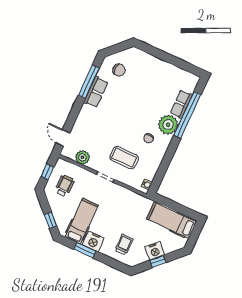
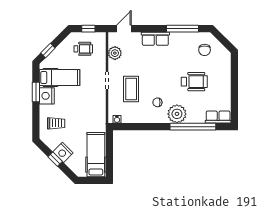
row of seats: (96, 92) -> (155, 39), moved
wheelchair: (145, 94) -> (194, 82), added
row of seats: (181, 104) -> (218, 117), moved

